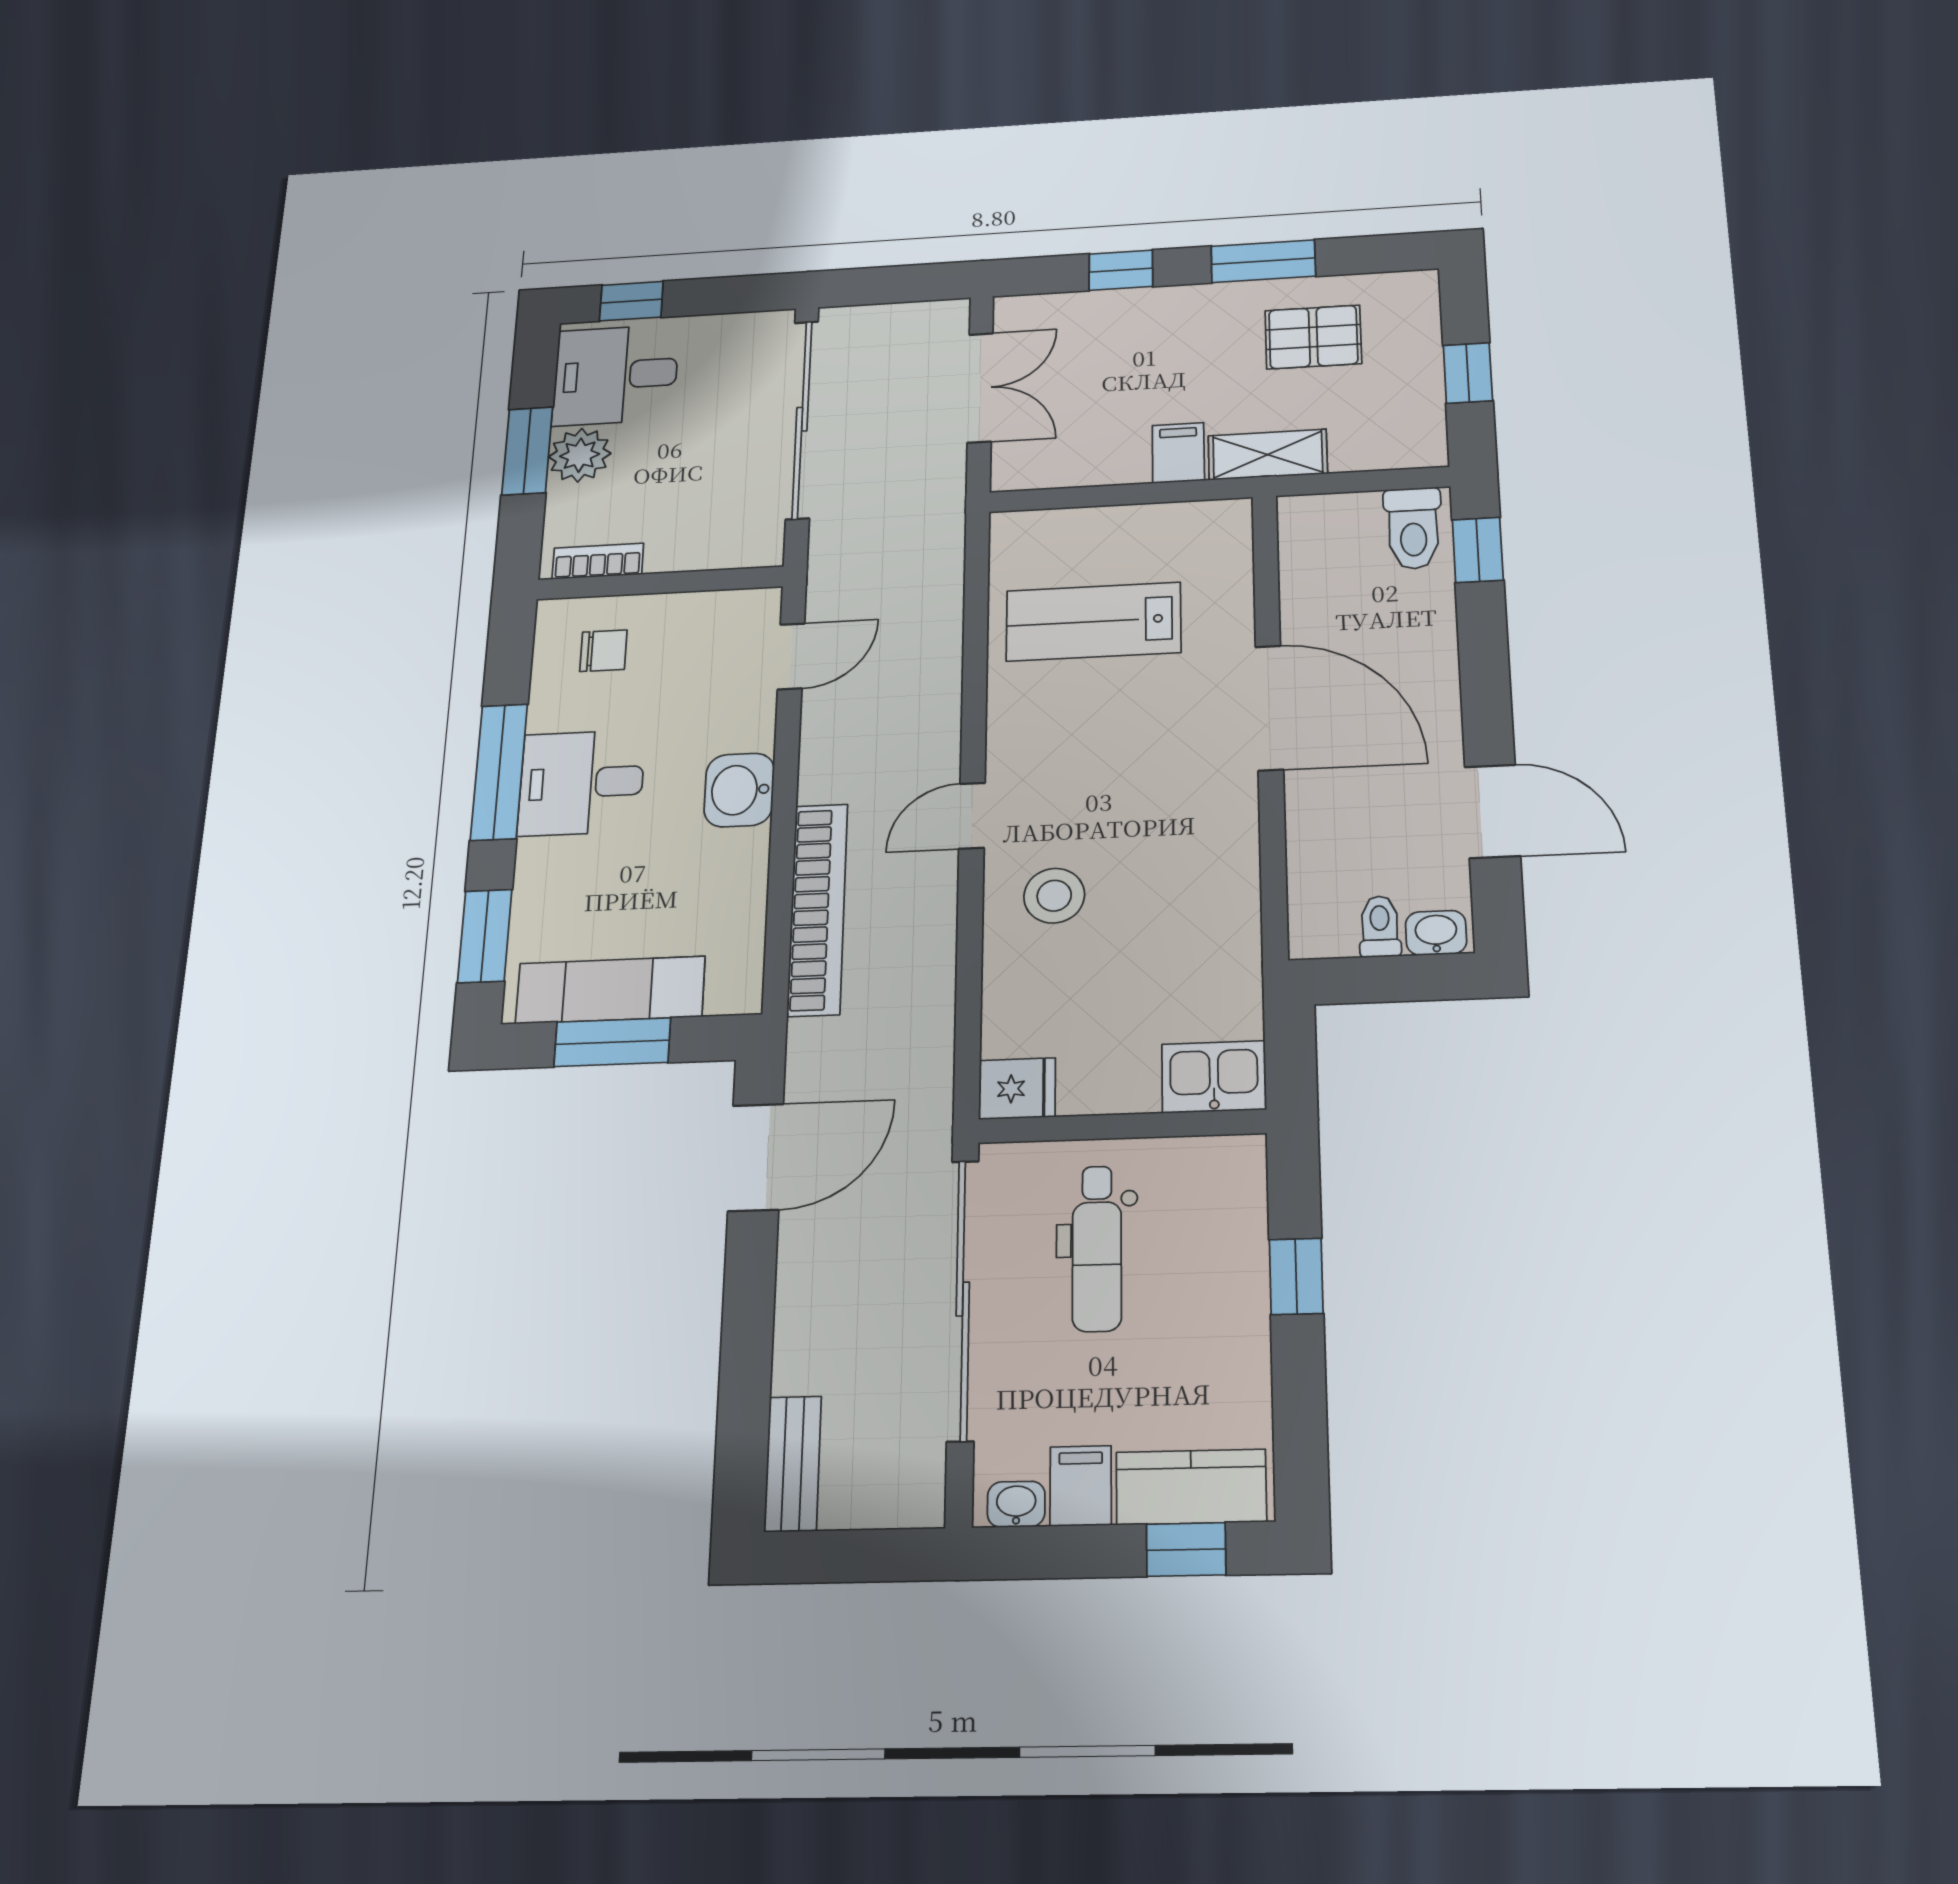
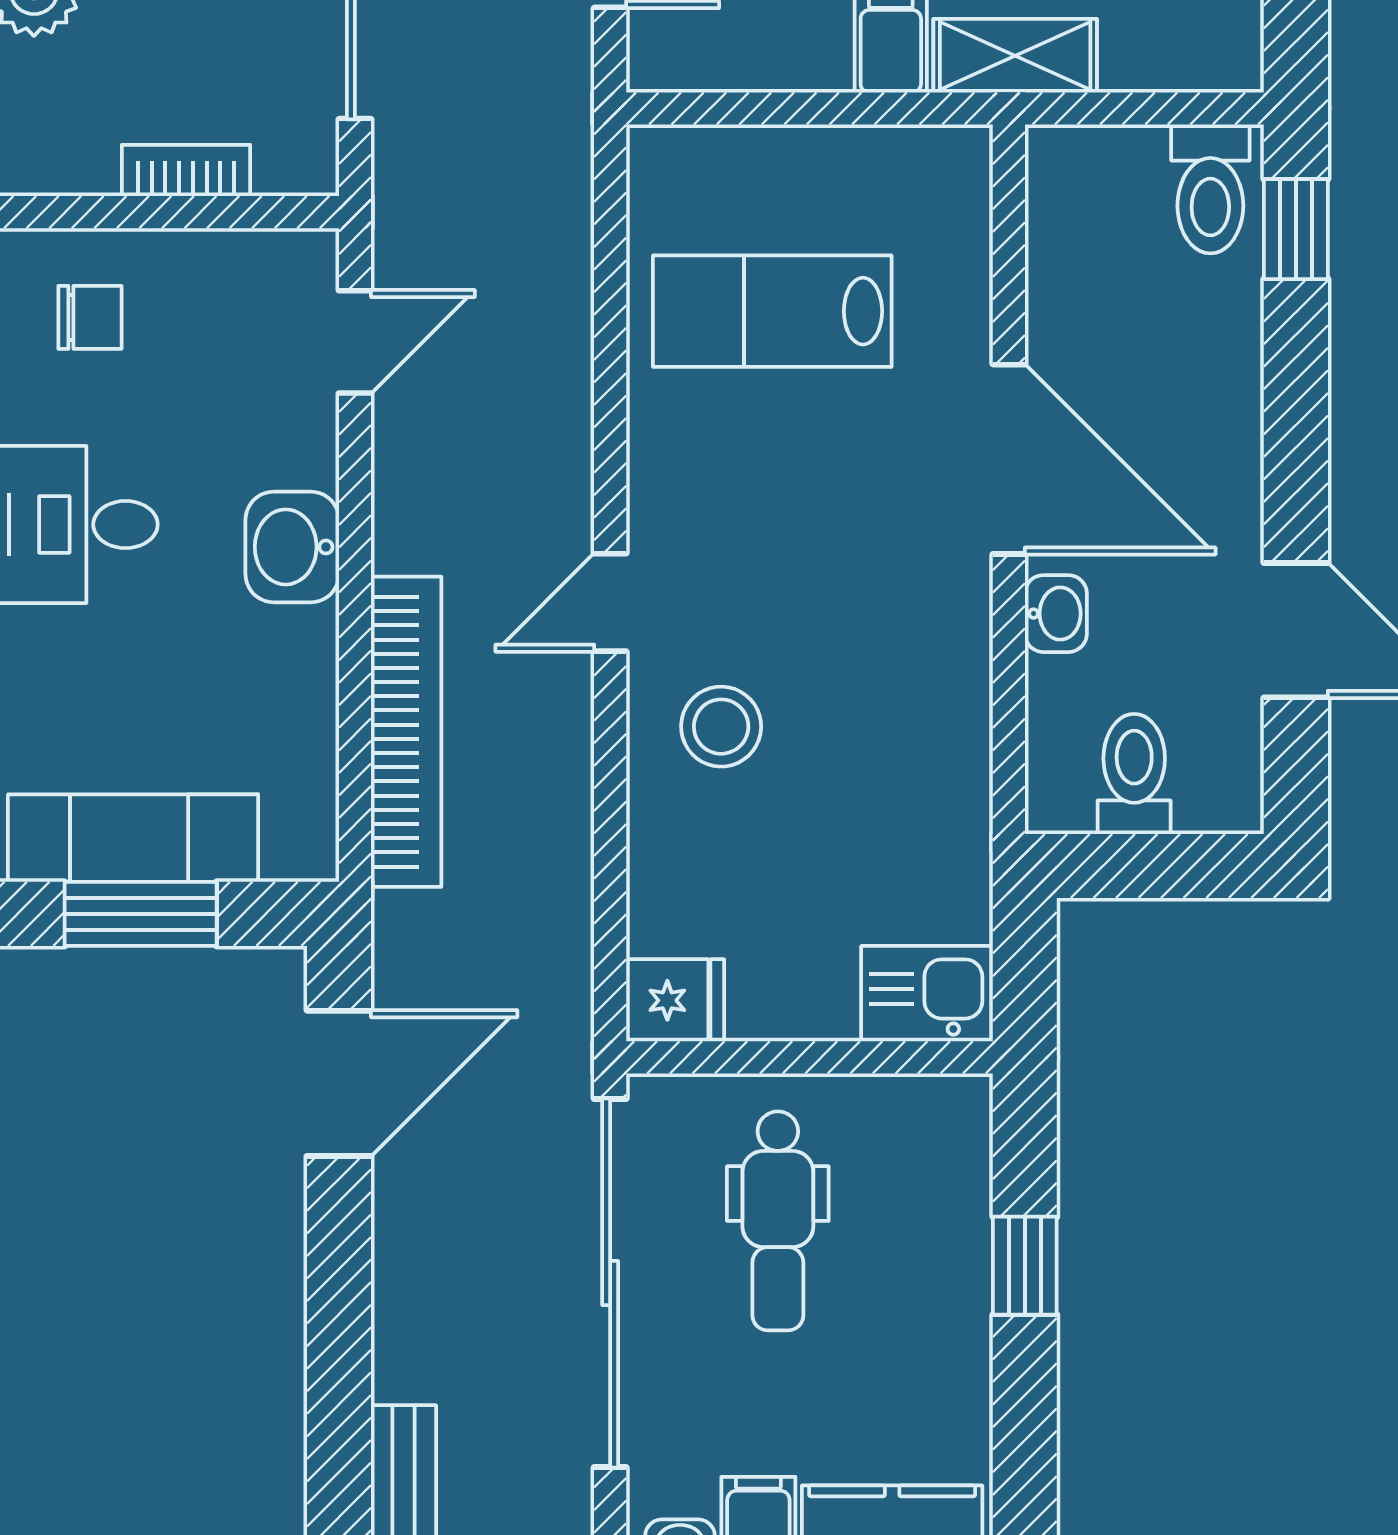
bookcase: (598, 561) -> (186, 171), moved
toilet: (1380, 926) -> (1134, 774), width x1.37, depth x1.39
washbasin: (1436, 933) -> (1056, 614), moved, turned 90

